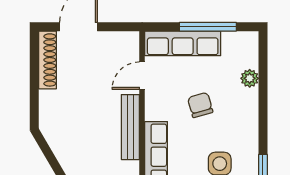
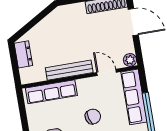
plant: (130, 40) -> (130, 60), added

